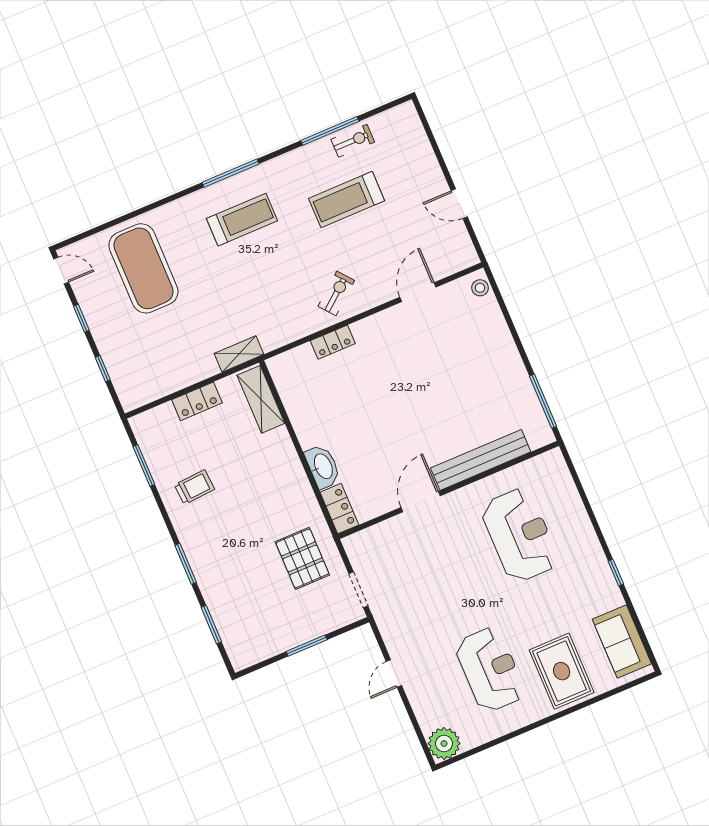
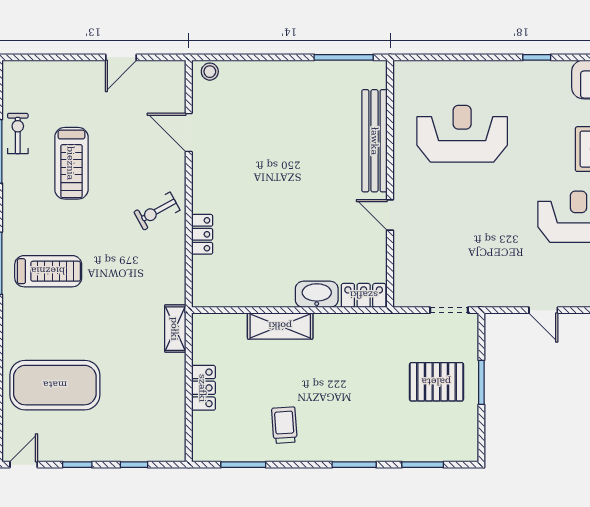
treadmill: (242, 220) -> (48, 271), turned 90
exercise bike: (336, 293) -> (157, 211), turned -80
shelving: (261, 399) -> (280, 326), moved
door: (421, 502) -> (390, 215), width x0.73
pallet: (302, 558) -> (436, 382), moved

